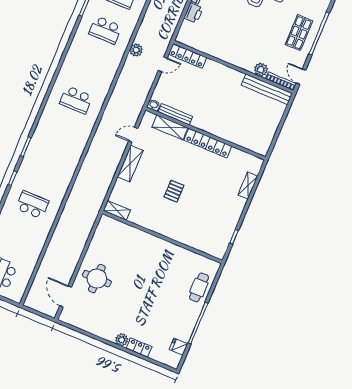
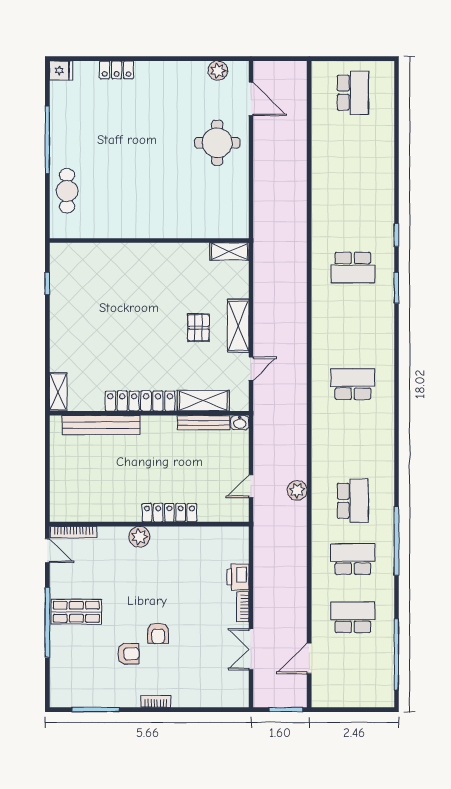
school desk: (105, 30) -> (353, 501), turned 90
shop shelf: (299, 33) -> (76, 612), turned 90
locker: (188, 56) -> (169, 513), moved
plant: (261, 70) -> (139, 537), moved
bench: (267, 89) -> (101, 425), moved
shelving: (248, 186) -> (58, 392), moved
pallet: (174, 191) -> (198, 328), moved
school desk: (32, 205) -> (353, 268), moved
plant: (122, 340) -> (218, 71), moved
fridge: (178, 347) -> (61, 70), moved

